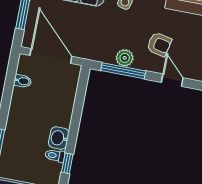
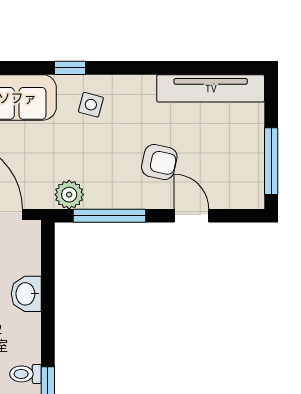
plant: (125, 58) -> (69, 195), moved
washbasin: (59, 138) -> (26, 294), moved

